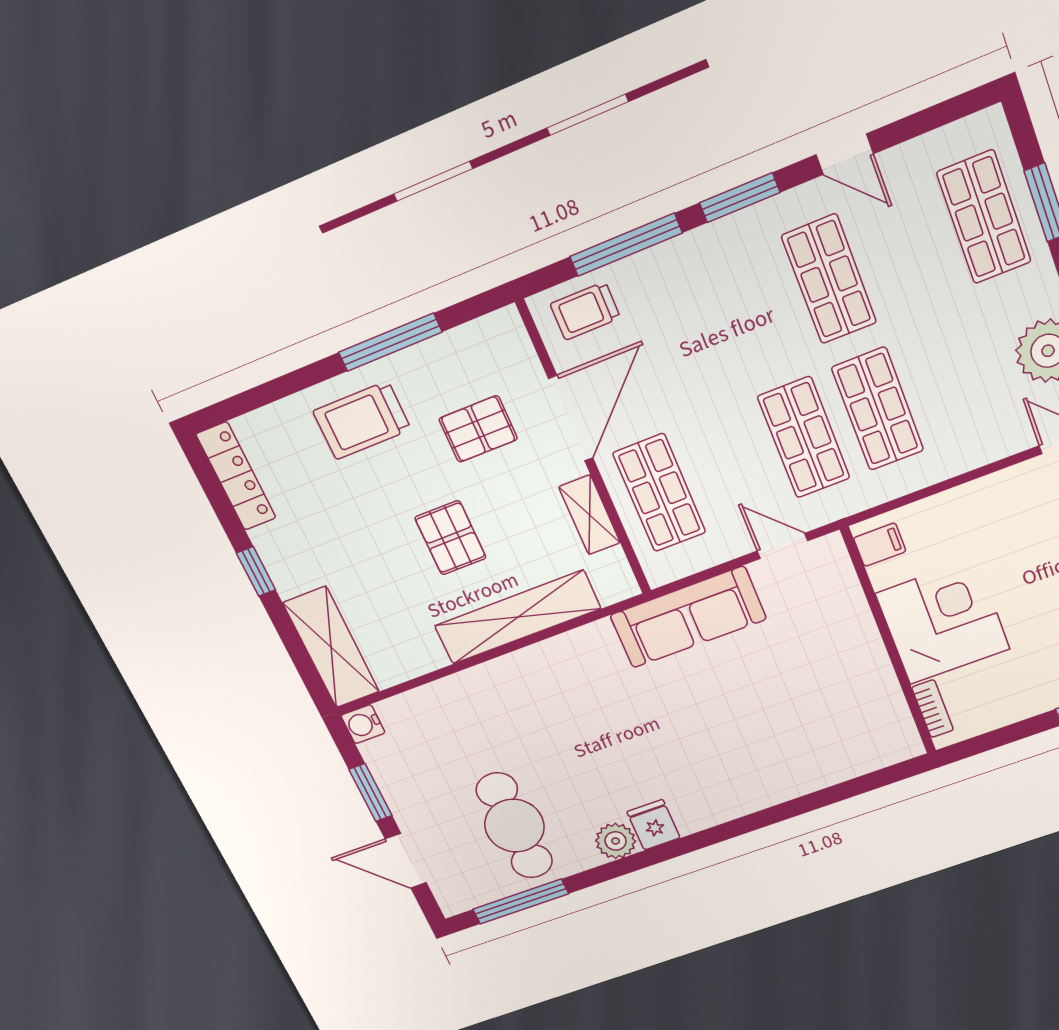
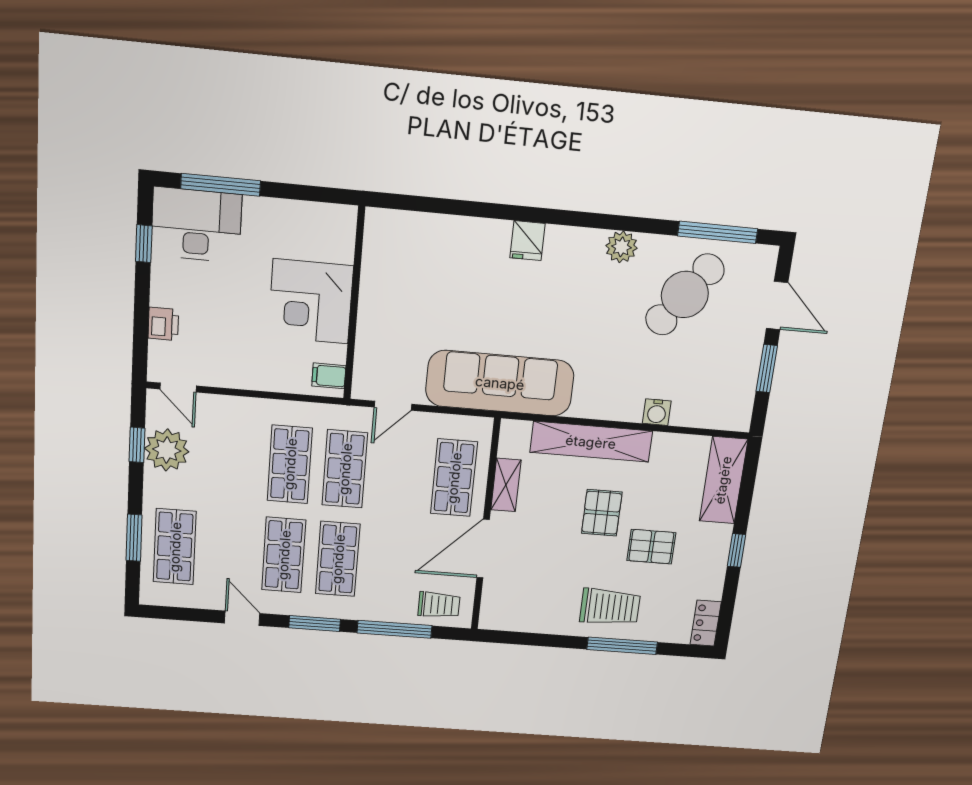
shop shelf: (754, 309) -> (338, 559), added
window: (390, 342) -> (622, 646), moved
pallet: (478, 429) -> (651, 547), moved
locker: (236, 476) -> (706, 623), width x0.66
door: (782, 546) -> (393, 406), hinge flipped
sofa: (688, 617) -> (500, 383), width x1.36, depth x1.27
bookcase: (933, 709) -> (346, 239), removed
water cooler: (363, 724) -> (657, 412), moved, turned 90
fridge: (654, 825) -> (528, 241), moved
cafe table: (514, 826) -> (685, 295), turned 36

